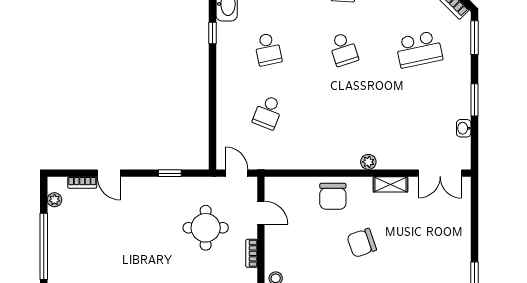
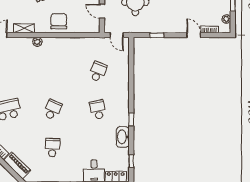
school desk: (343, 49) -> (52, 110), turned 42

